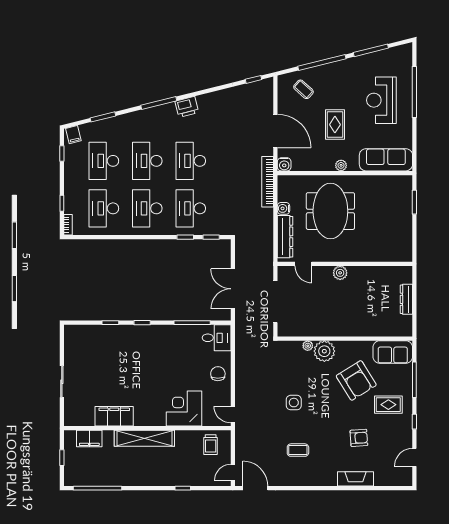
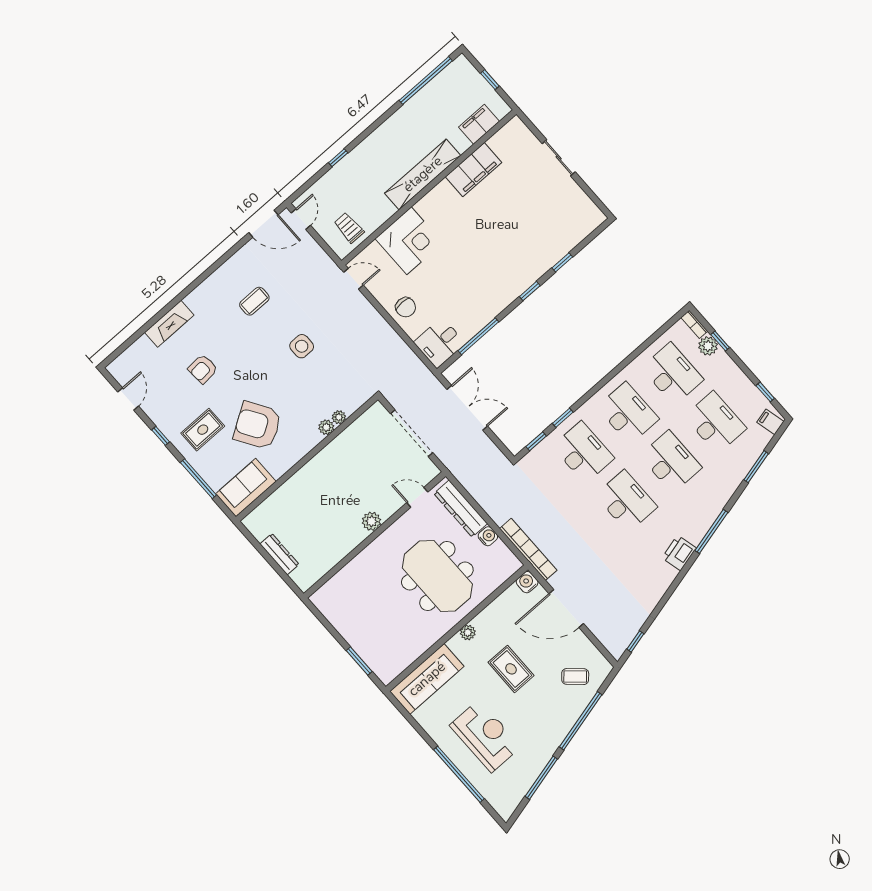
plant: (71, 206) -> (708, 346), added
plant: (324, 351) -> (326, 427), width x0.53, depth x0.53

